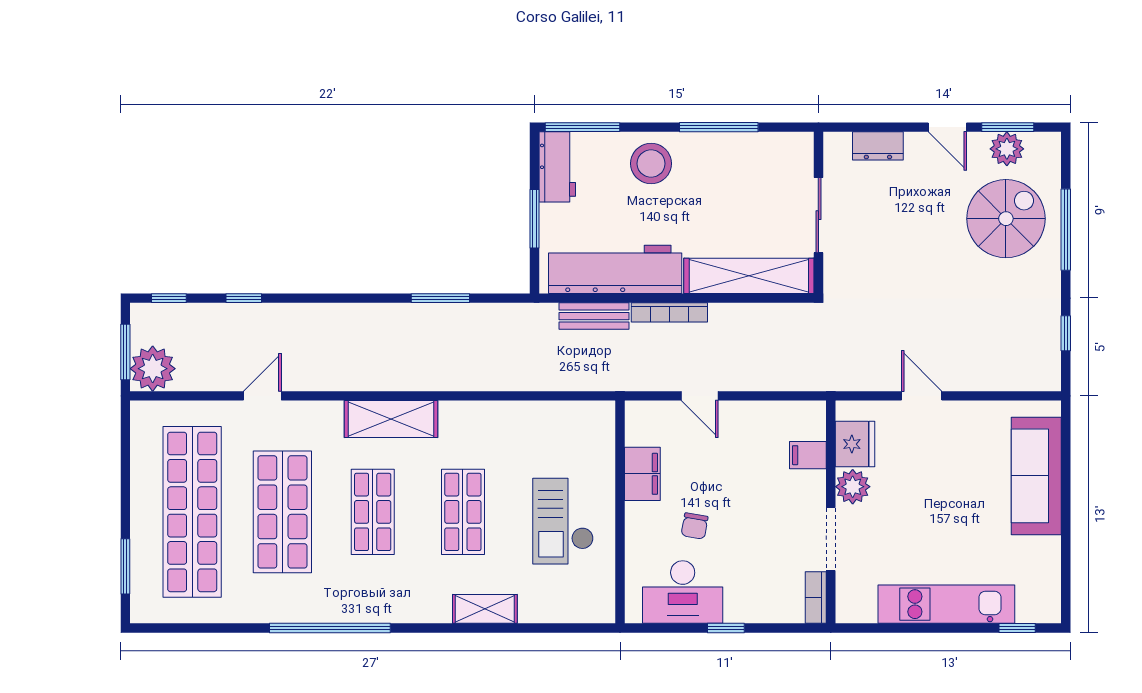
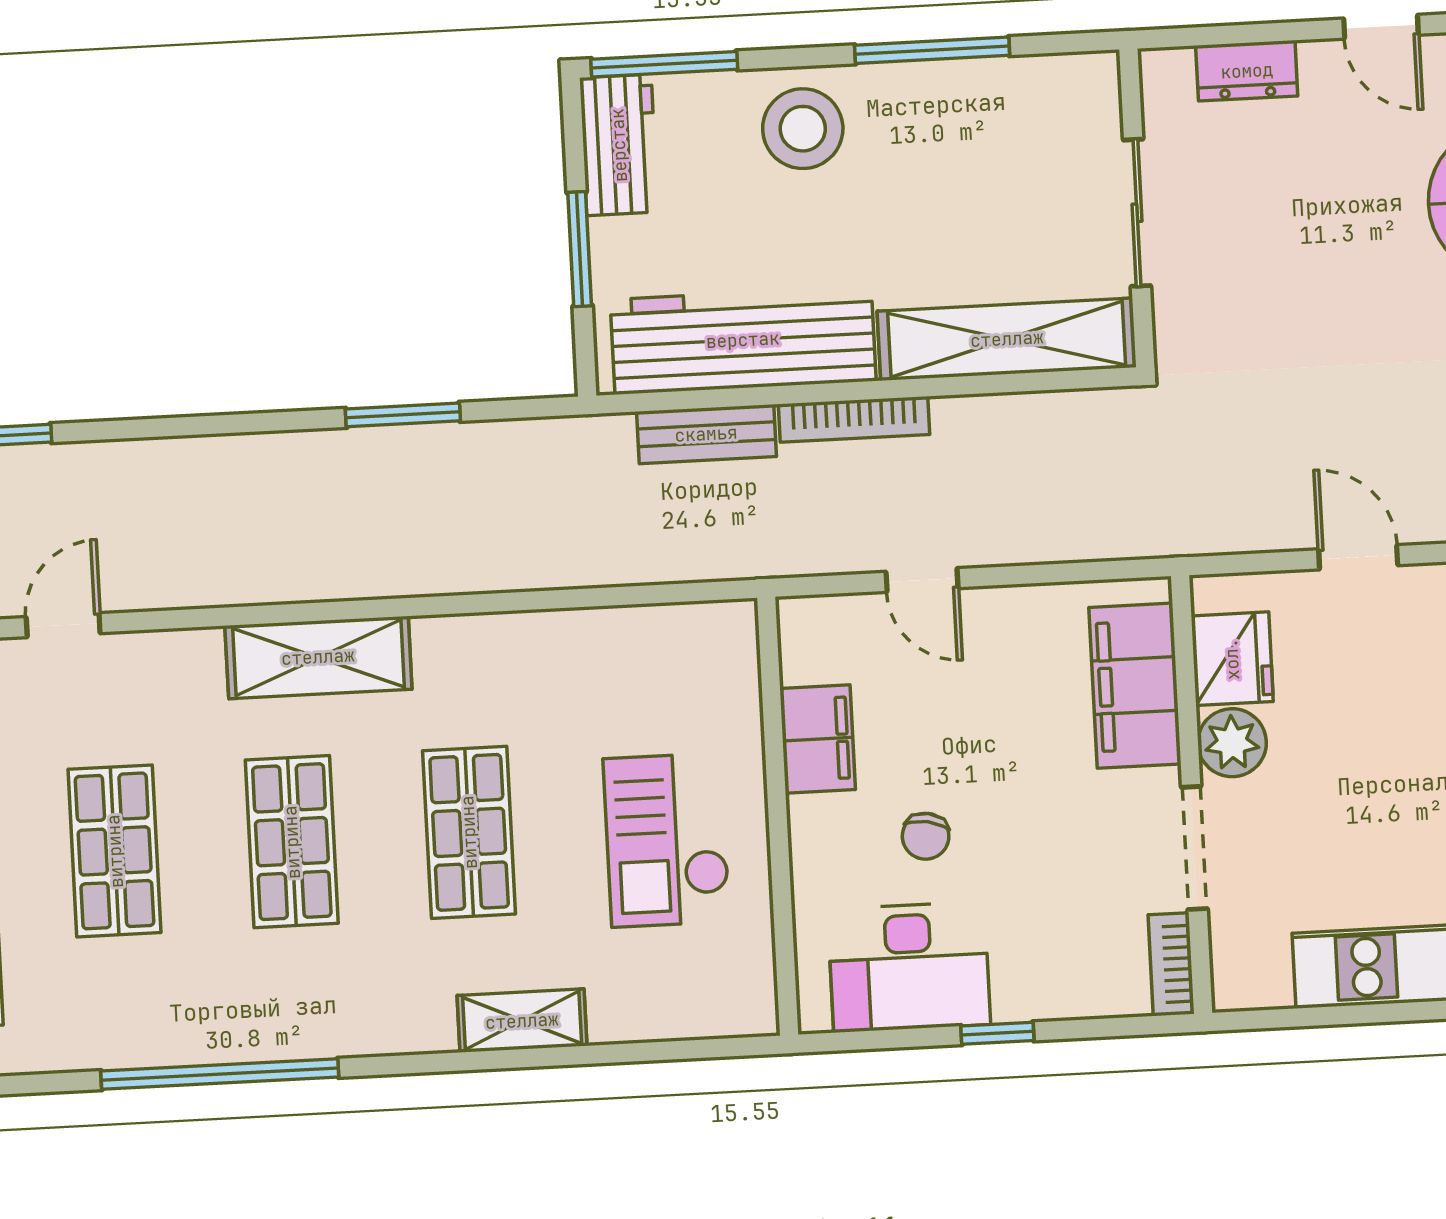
filing cabinet: (808, 455) -> (1135, 686), width x3.00, depth x1.17
shop shelf: (282, 512) -> (115, 851), width x0.70, depth x0.74

